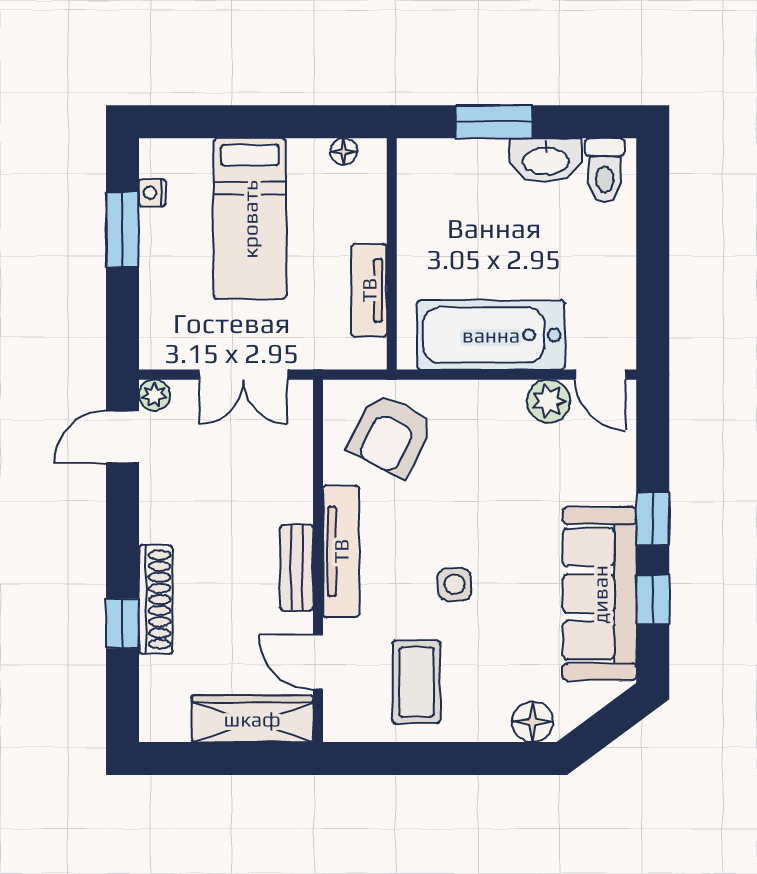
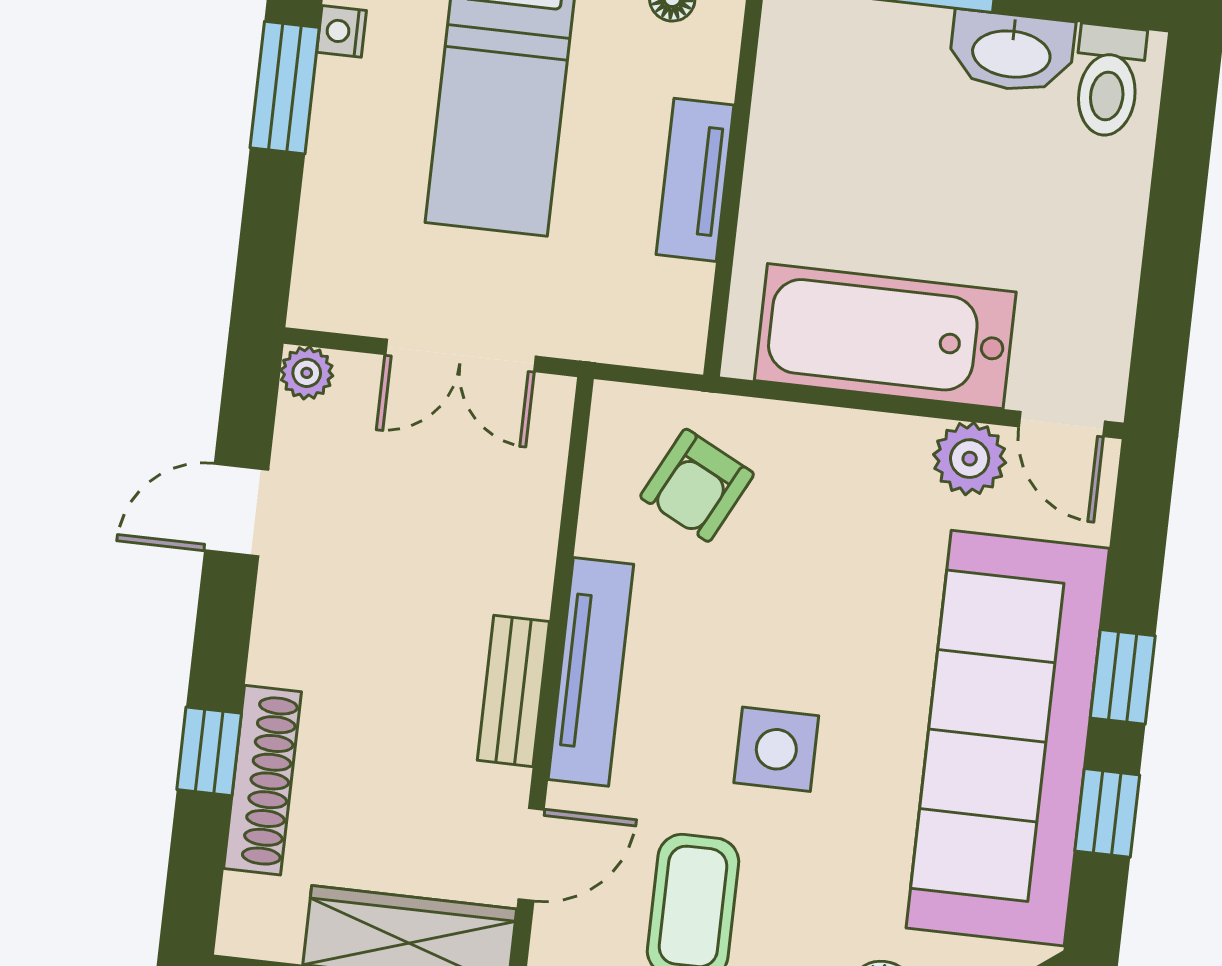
tv unit: (369, 290) -> (695, 180), moved
armchair: (391, 435) -> (697, 485), width x0.72, depth x0.72
door: (122, 437) -> (237, 510), moved
side table: (455, 584) -> (776, 749), width x1.37, depth x1.37
sofa: (600, 594) -> (1008, 738), width x1.36, depth x1.27
shoe rack: (156, 599) -> (262, 780), moved
door: (318, 662) -> (531, 854), swing flipped

